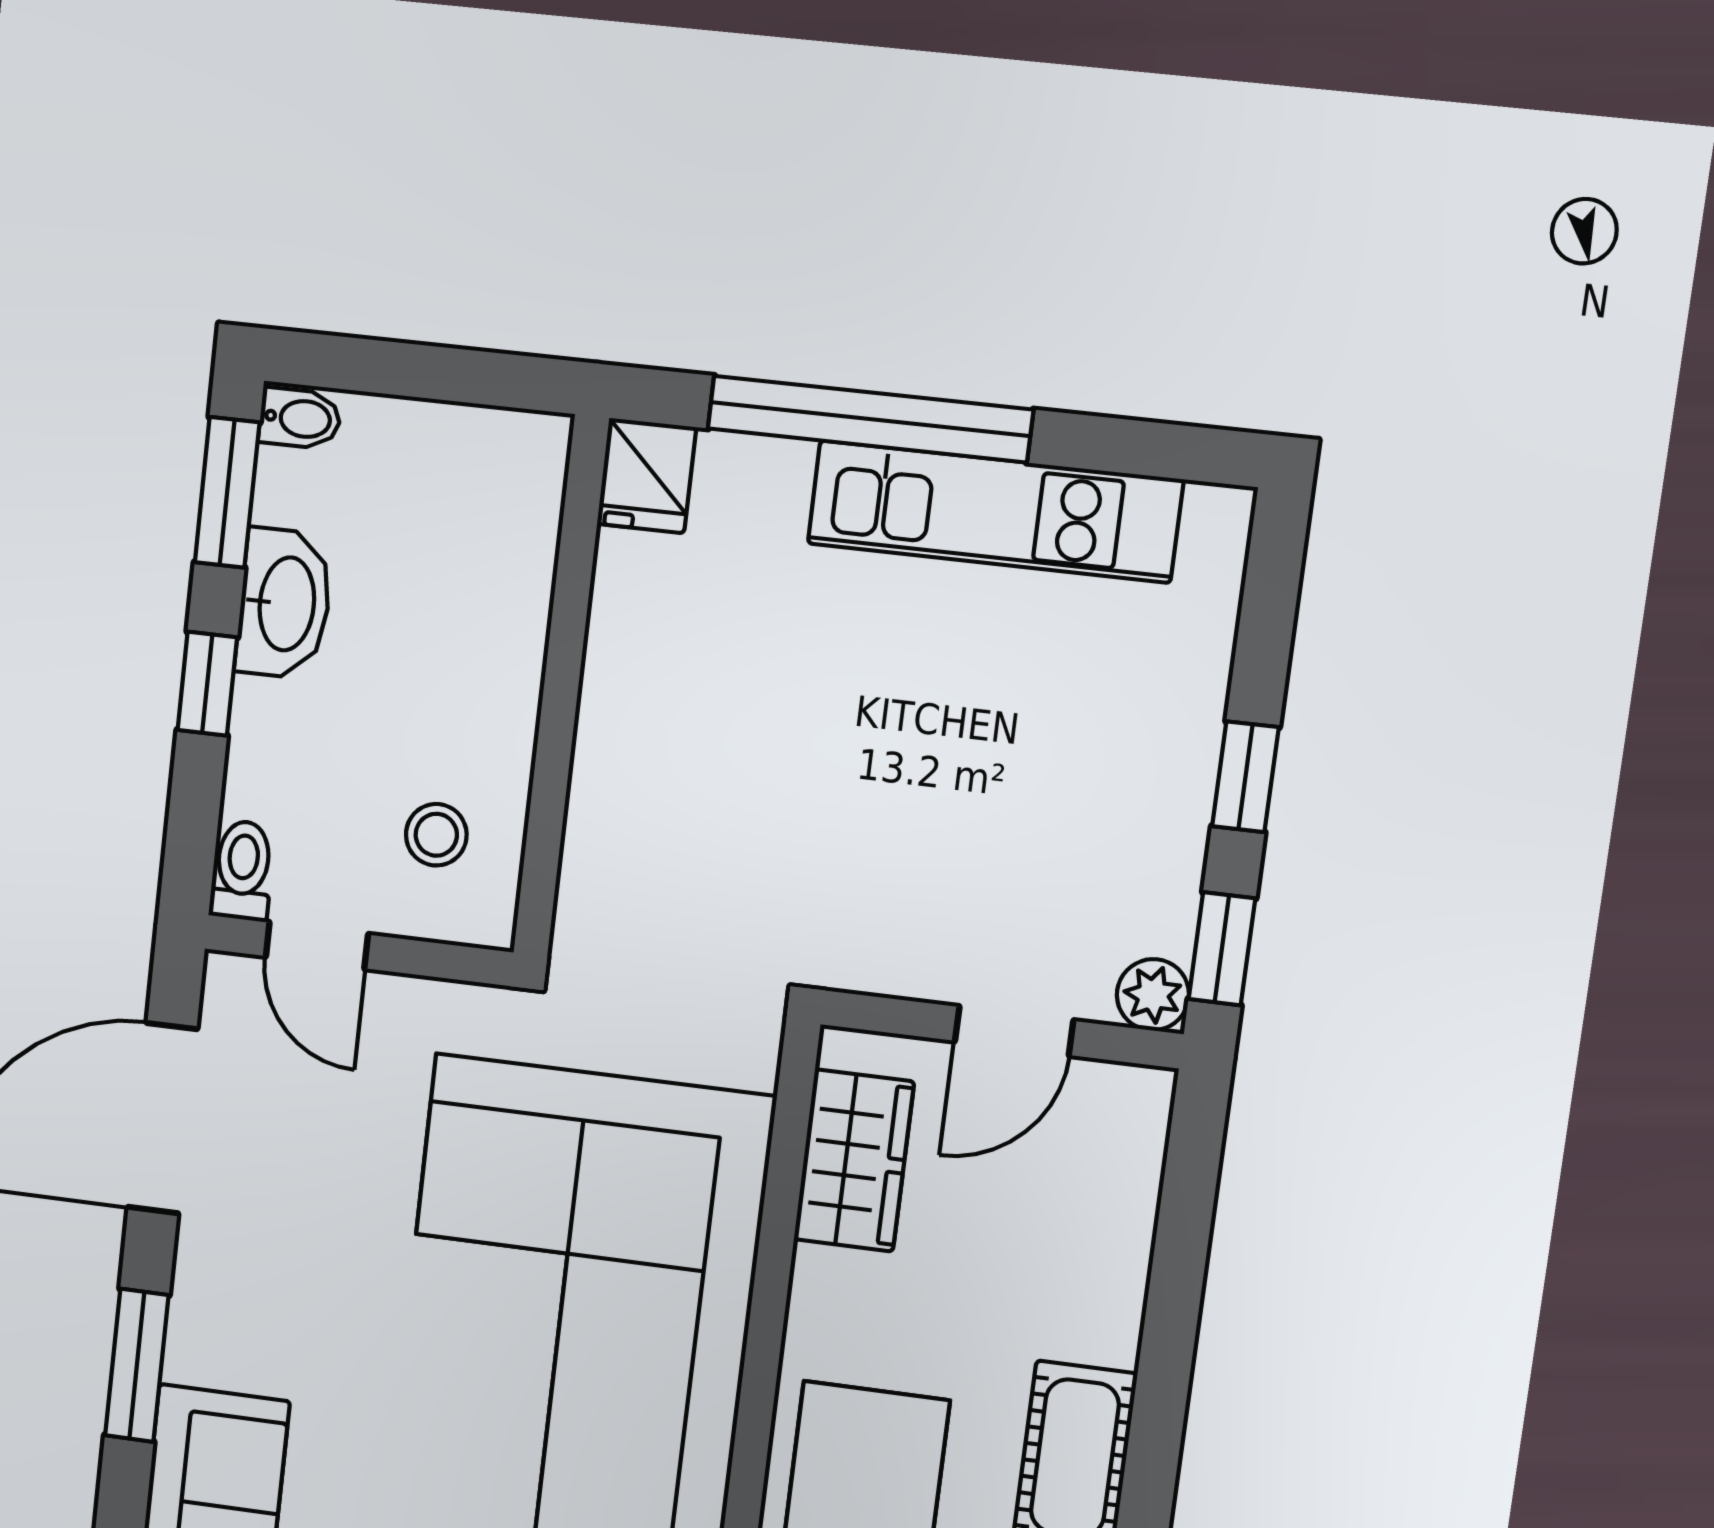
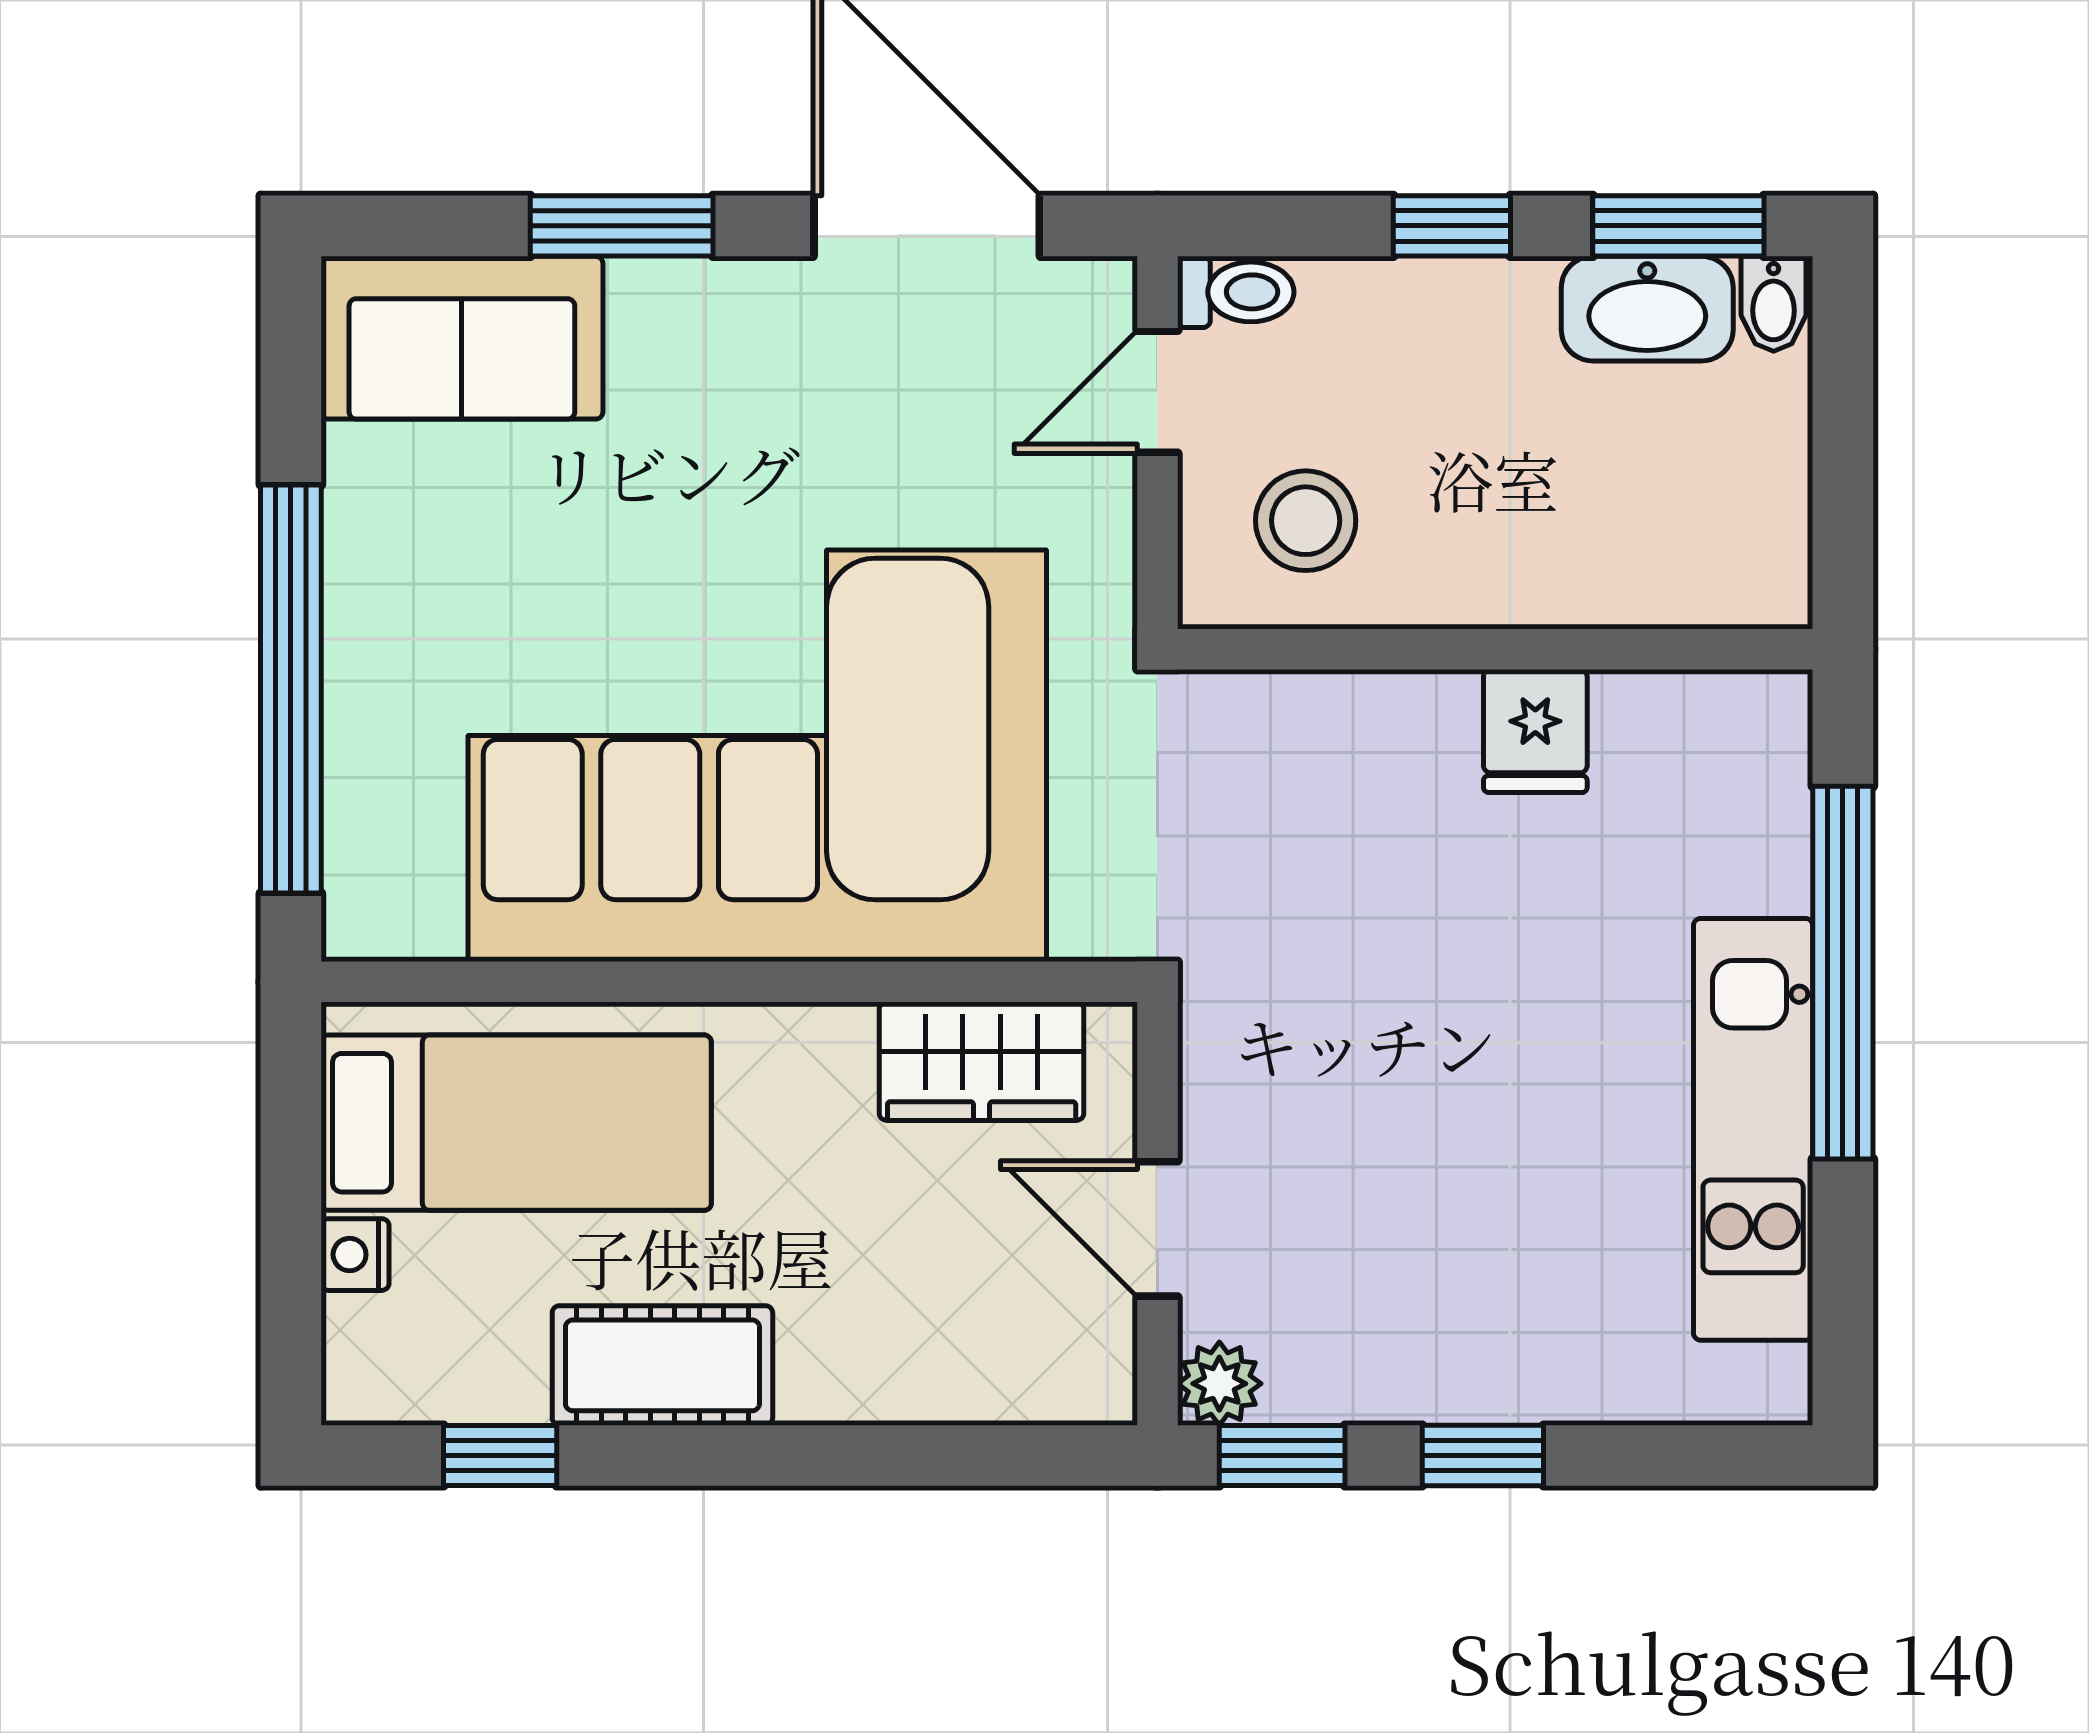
fridge: (647, 476) -> (1535, 731), moved, turned -90
washbasin: (284, 604) -> (1647, 309), moved
stool: (436, 835) -> (1306, 521), width x1.37, depth x1.37

